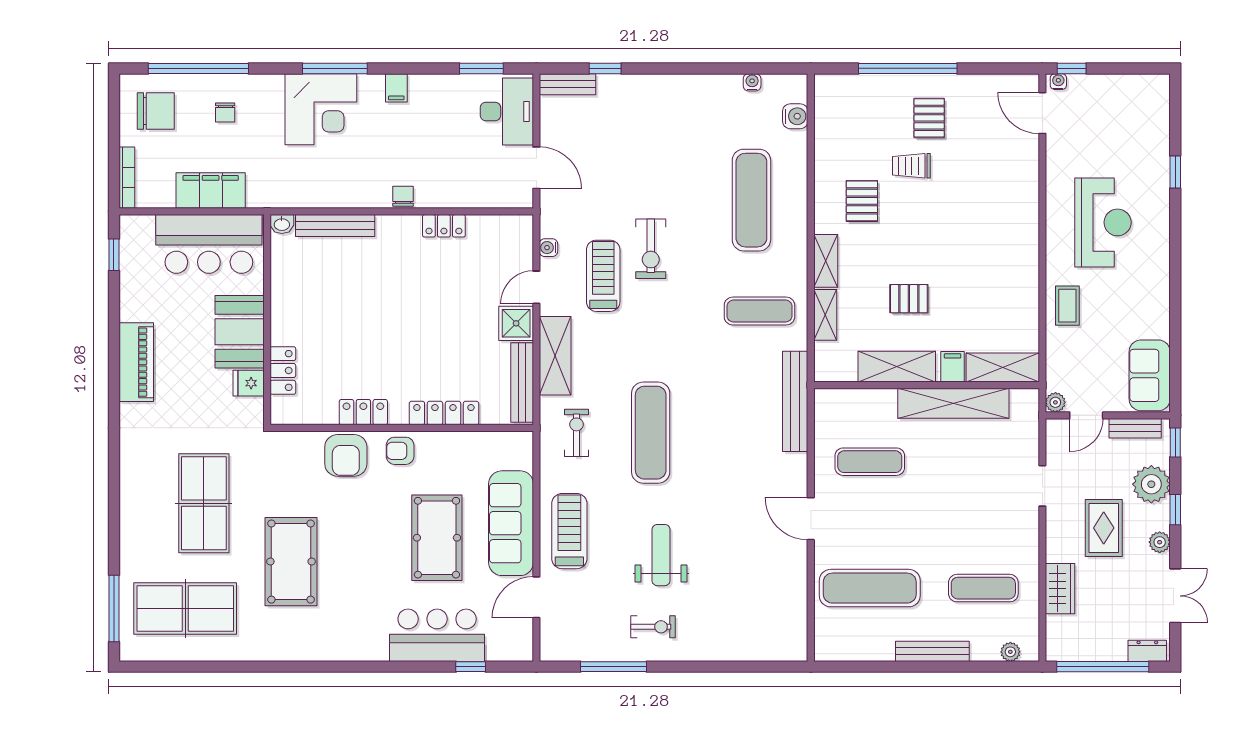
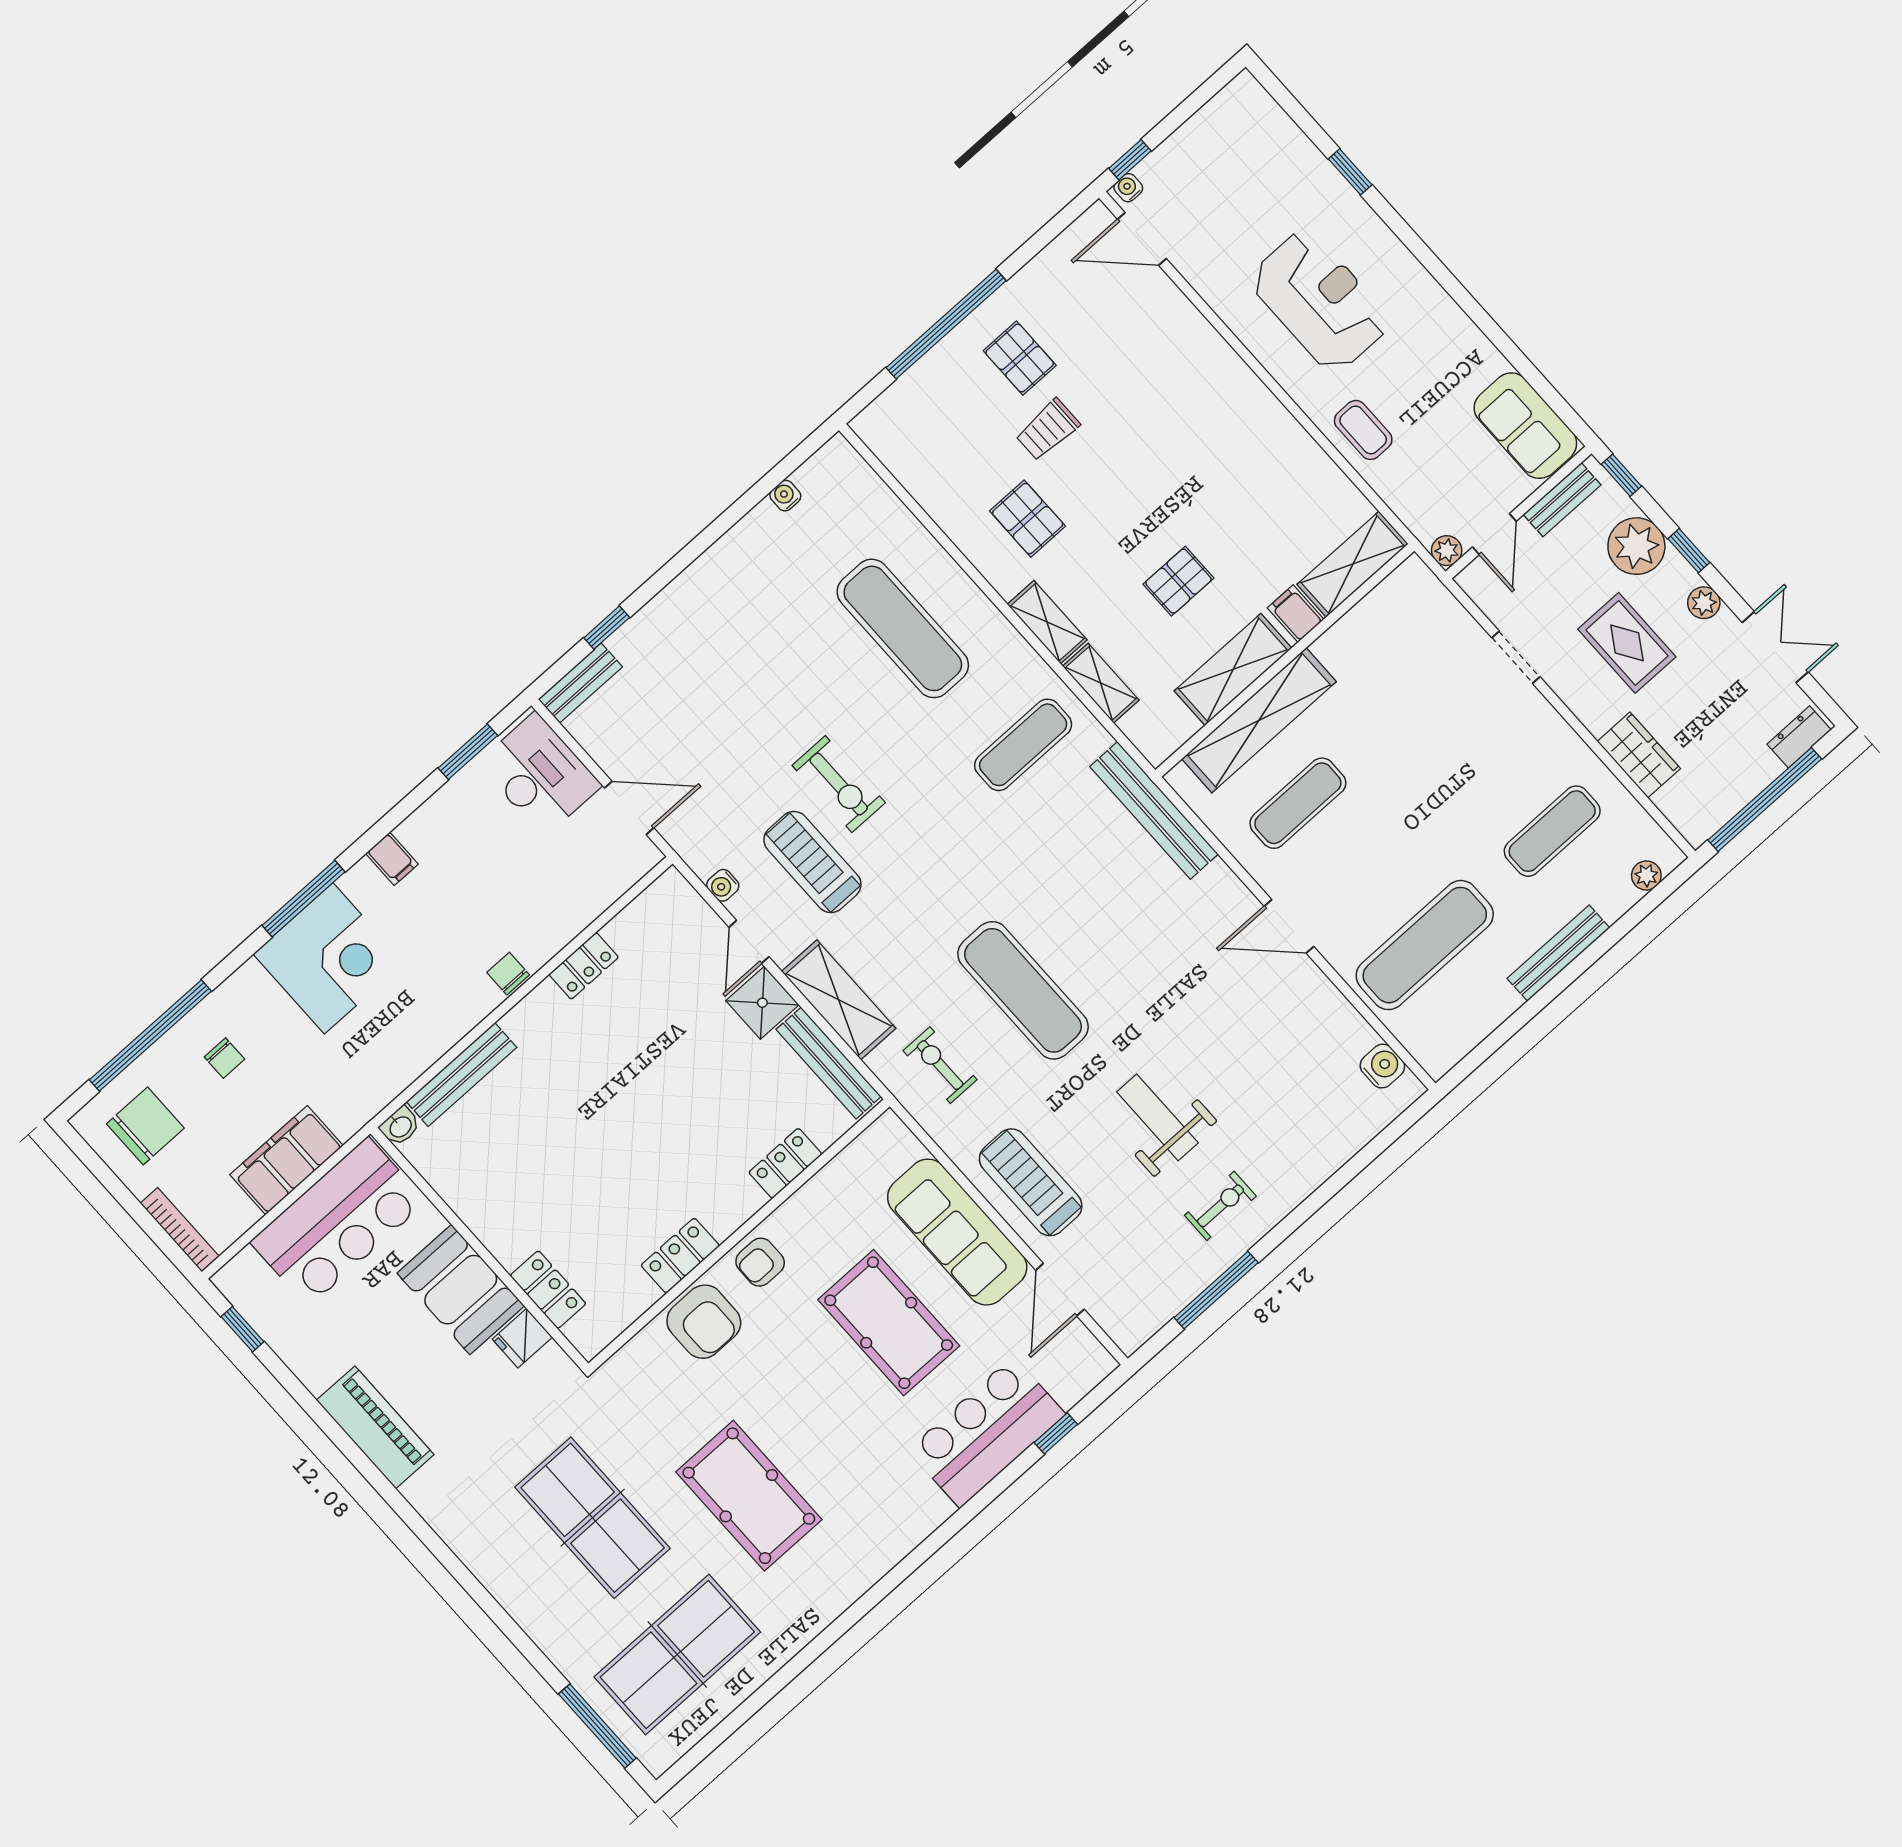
water cooler: (795, 116) -> (1382, 1066), moved
shelving: (953, 403) -> (1259, 720), moved
locker: (444, 413) -> (785, 1163), width x0.66

